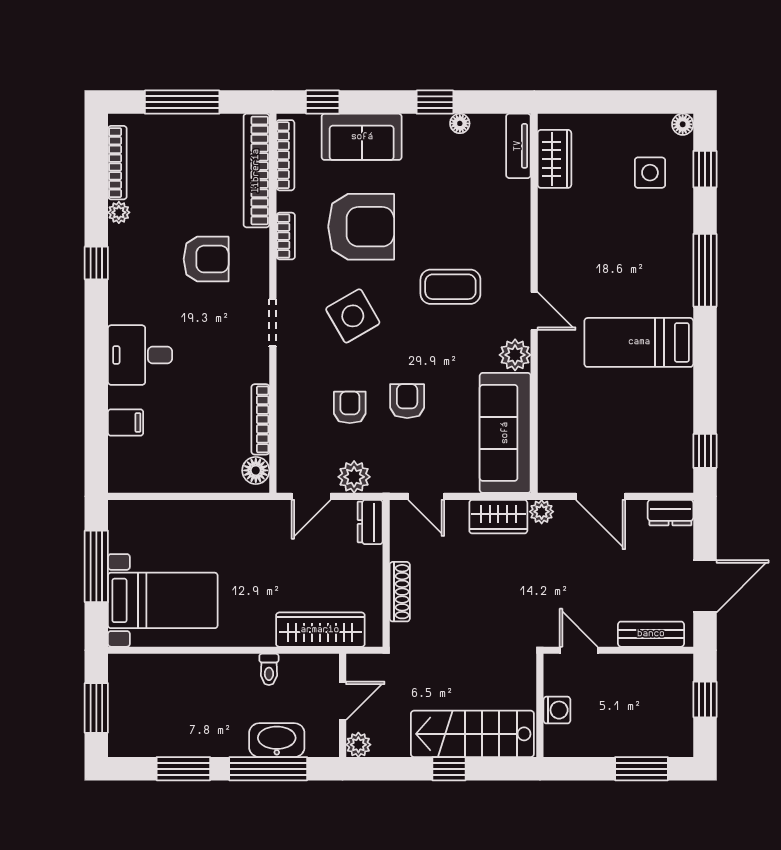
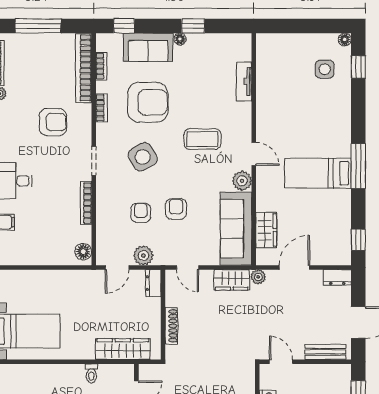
floor lamp: (460, 123) -> (180, 39), moved
tv unit: (518, 146) -> (244, 81), moved
bookcase: (285, 155) -> (101, 66), width x0.64
wardrobe: (554, 159) -> (266, 230), moved
window: (705, 270) -> (358, 166), moved
bookcase: (260, 419) -> (86, 203), moved
door: (601, 496) -> (294, 267), swing flipped

